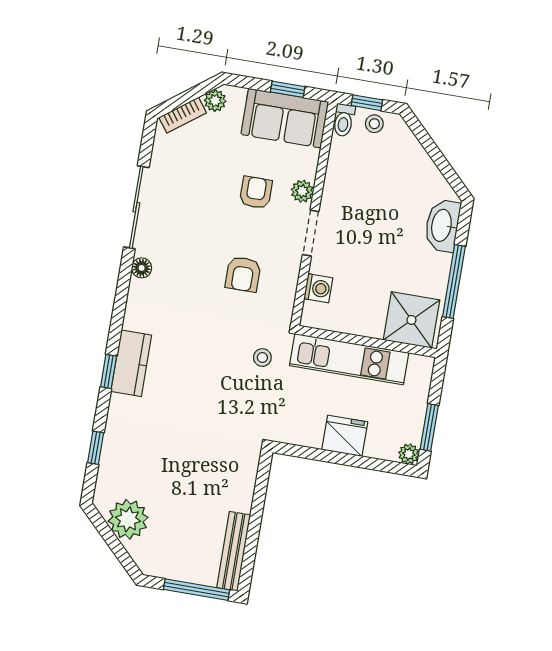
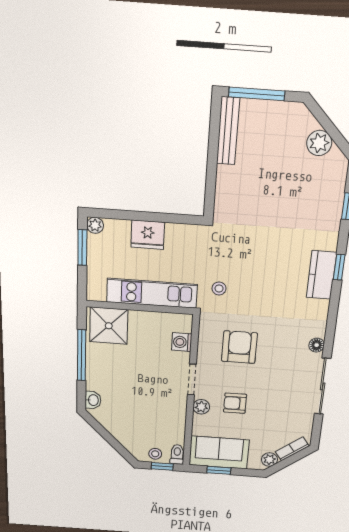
armchair: (256, 193) -> (235, 403), turned 90
washbasin: (442, 226) -> (93, 400), width x0.52, depth x0.69
armchair: (243, 274) -> (239, 347), width x1.38, depth x1.38
plant: (128, 519) -> (319, 143), width x0.73, depth x0.73

